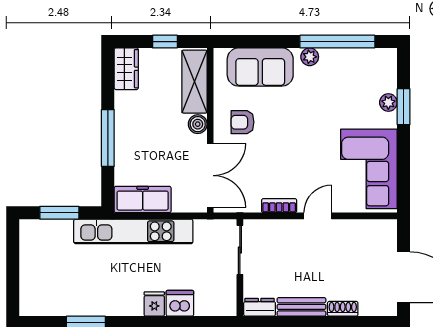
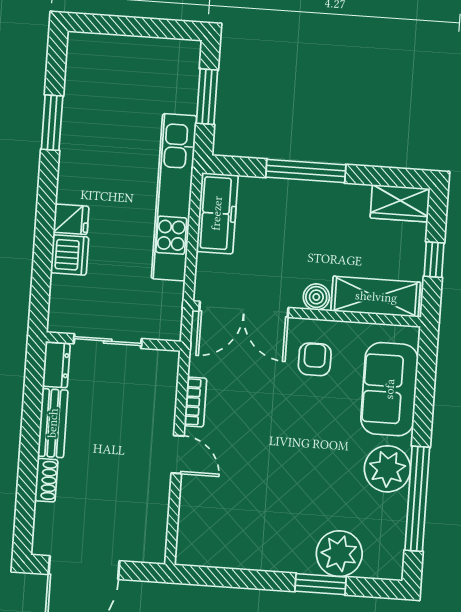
plant: (310, 57) -> (387, 469), width x1.87, depth x1.87
plant: (388, 103) -> (339, 554), width x1.88, depth x1.88
corner sofa: (369, 169) -> (238, 530), removed
sliding door: (240, 250) -> (108, 341), moved

